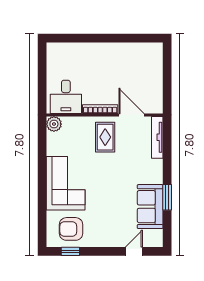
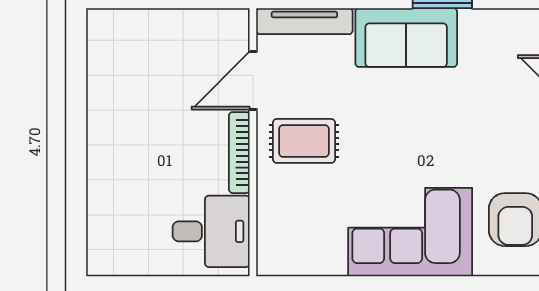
plant: (54, 124) -> (274, 259), removed
sofa: (150, 207) -> (406, 37), moved

